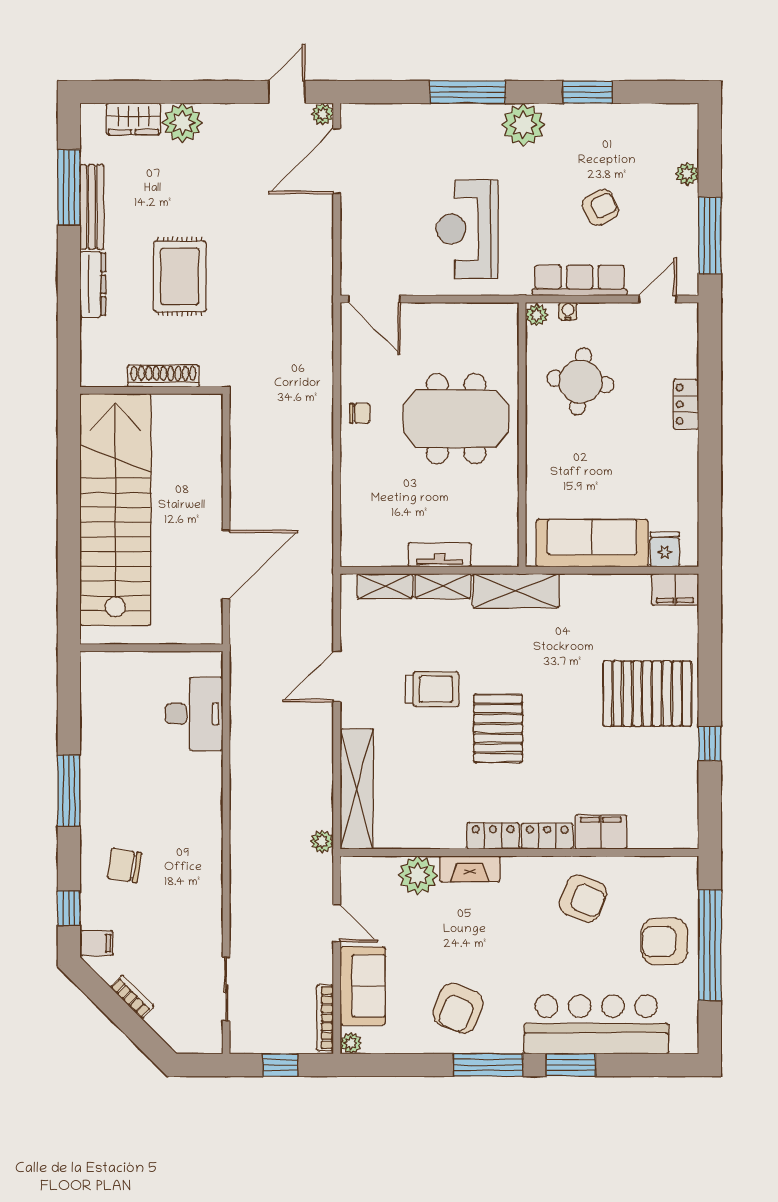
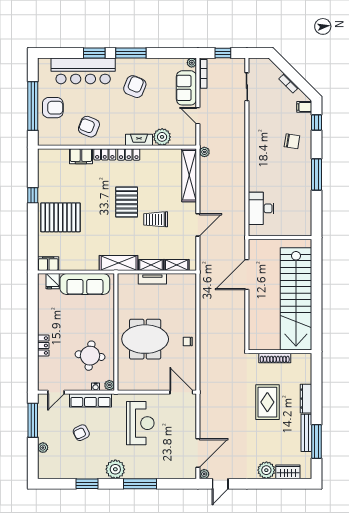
armchair: (458, 1008) -> (135, 87), moved

